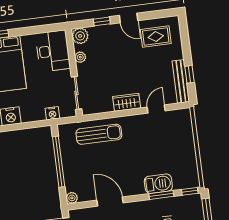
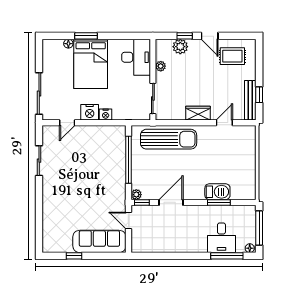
plant: (80, 36) -> (180, 47), moved
nightstand: (52, 113) -> (106, 114), moved
sun lounger: (99, 134) -> (169, 139), width x1.36, depth x1.34
window: (190, 191) -> (142, 202), moved
door: (110, 202) -> (171, 202), hinge flipped

